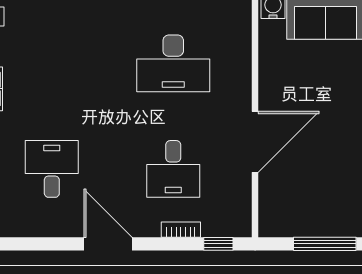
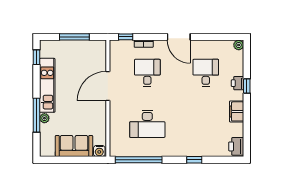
desk: (173, 63) -> (147, 124), turned 180
desk: (52, 169) -> (206, 73), turned 180

